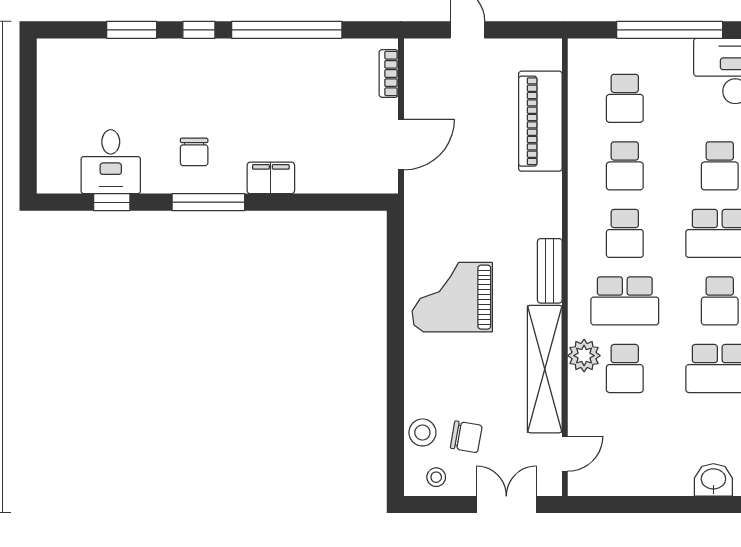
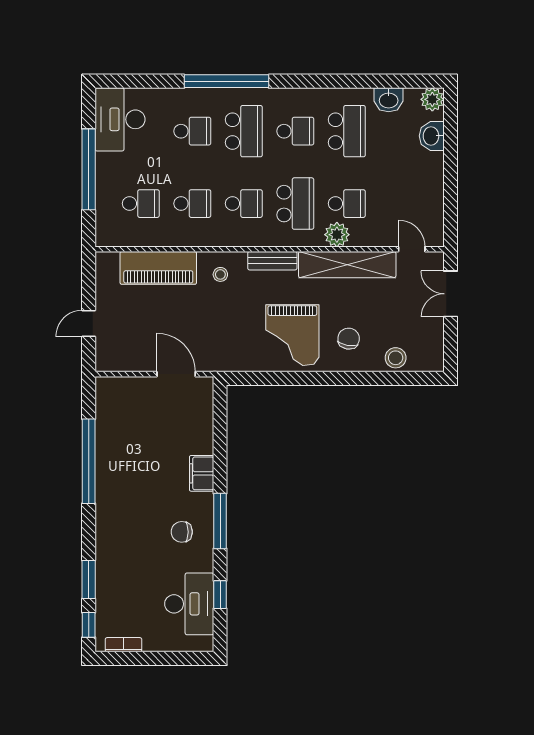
window: (199, 30) -> (89, 625), moved
bookcase: (389, 73) -> (123, 645), moved, turned 180
chair: (194, 152) -> (182, 532), turned 180
desk: (111, 162) -> (189, 604), width x1.37
chair: (466, 437) -> (349, 339), moved
stool: (436, 477) -> (220, 274), moved

